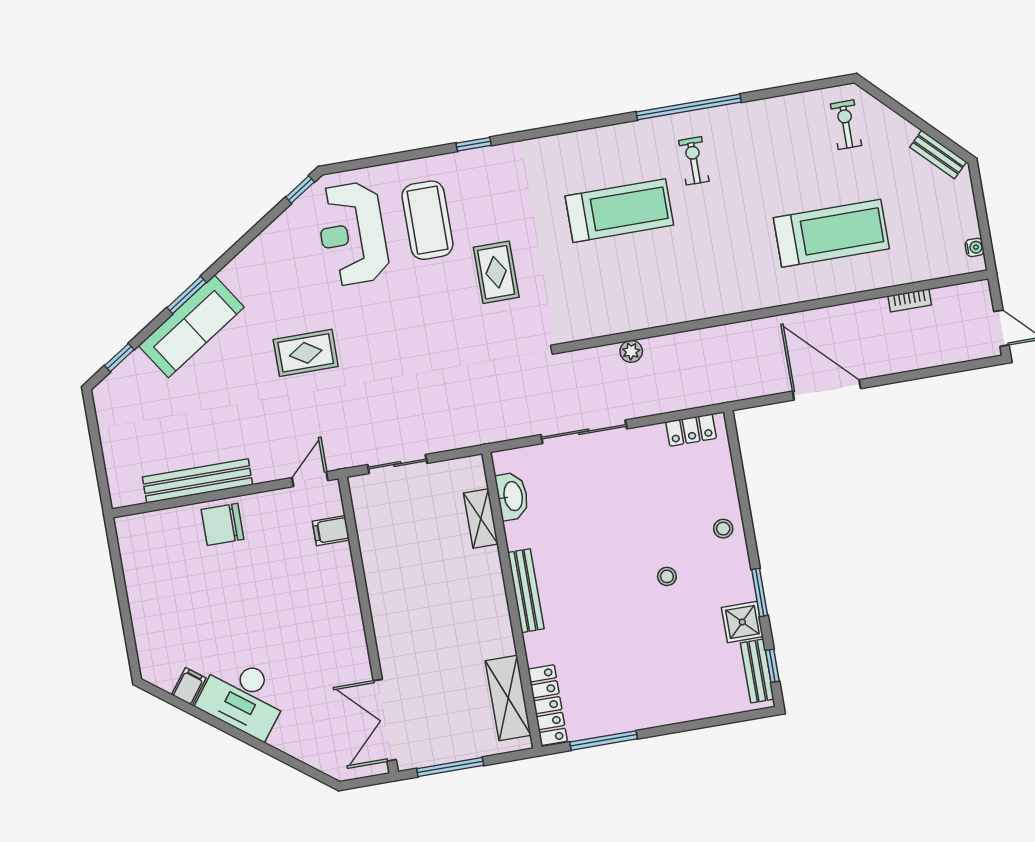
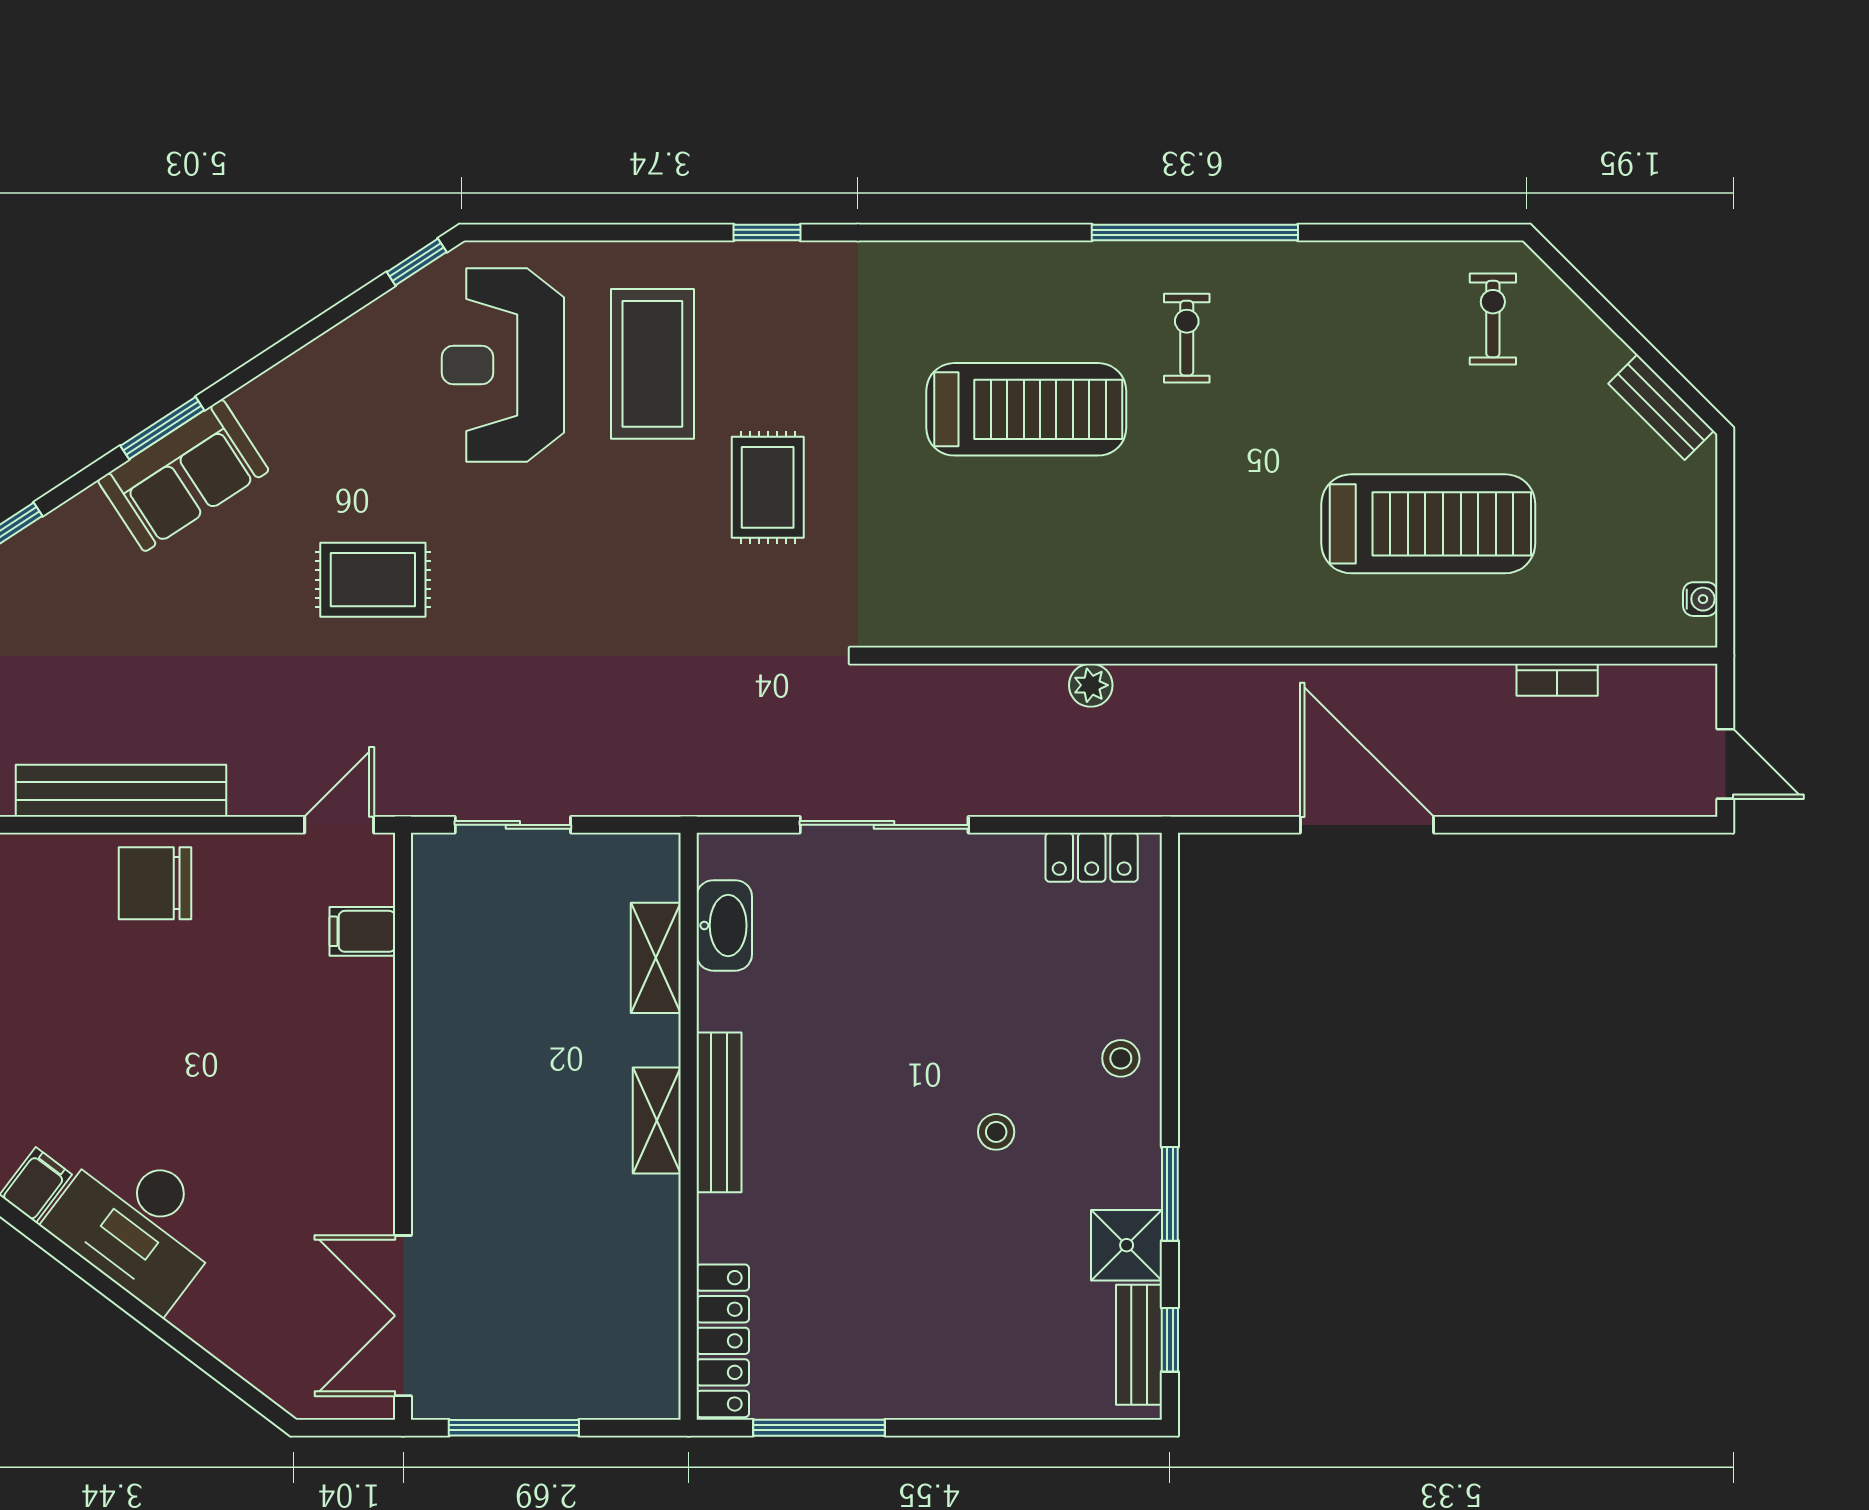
sofa: (191, 326) -> (183, 476), width x0.73
plant: (631, 351) -> (1091, 685), moved
shelving: (508, 698) -> (657, 1120), moved, width x0.67, depth x0.75

